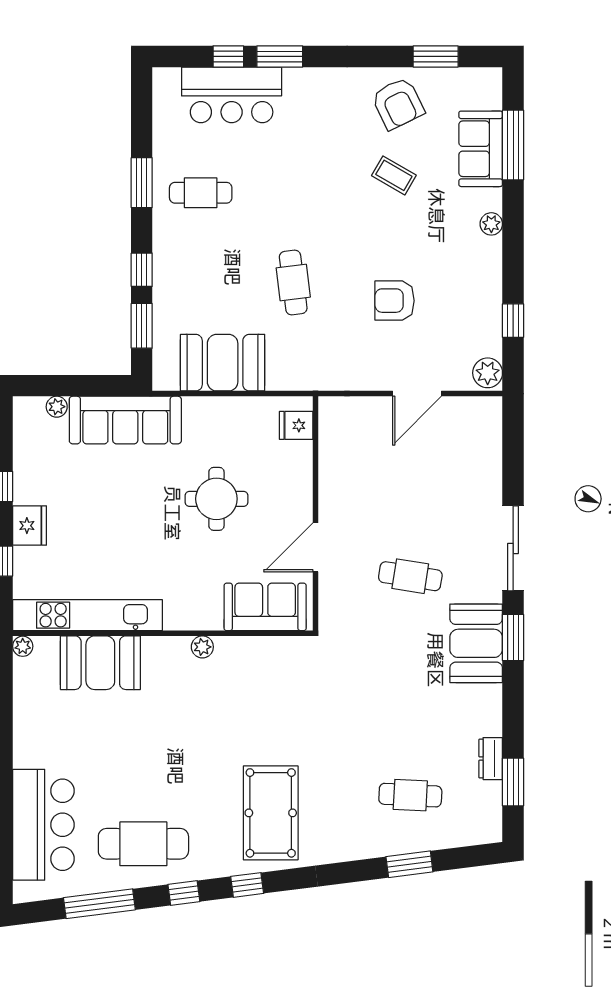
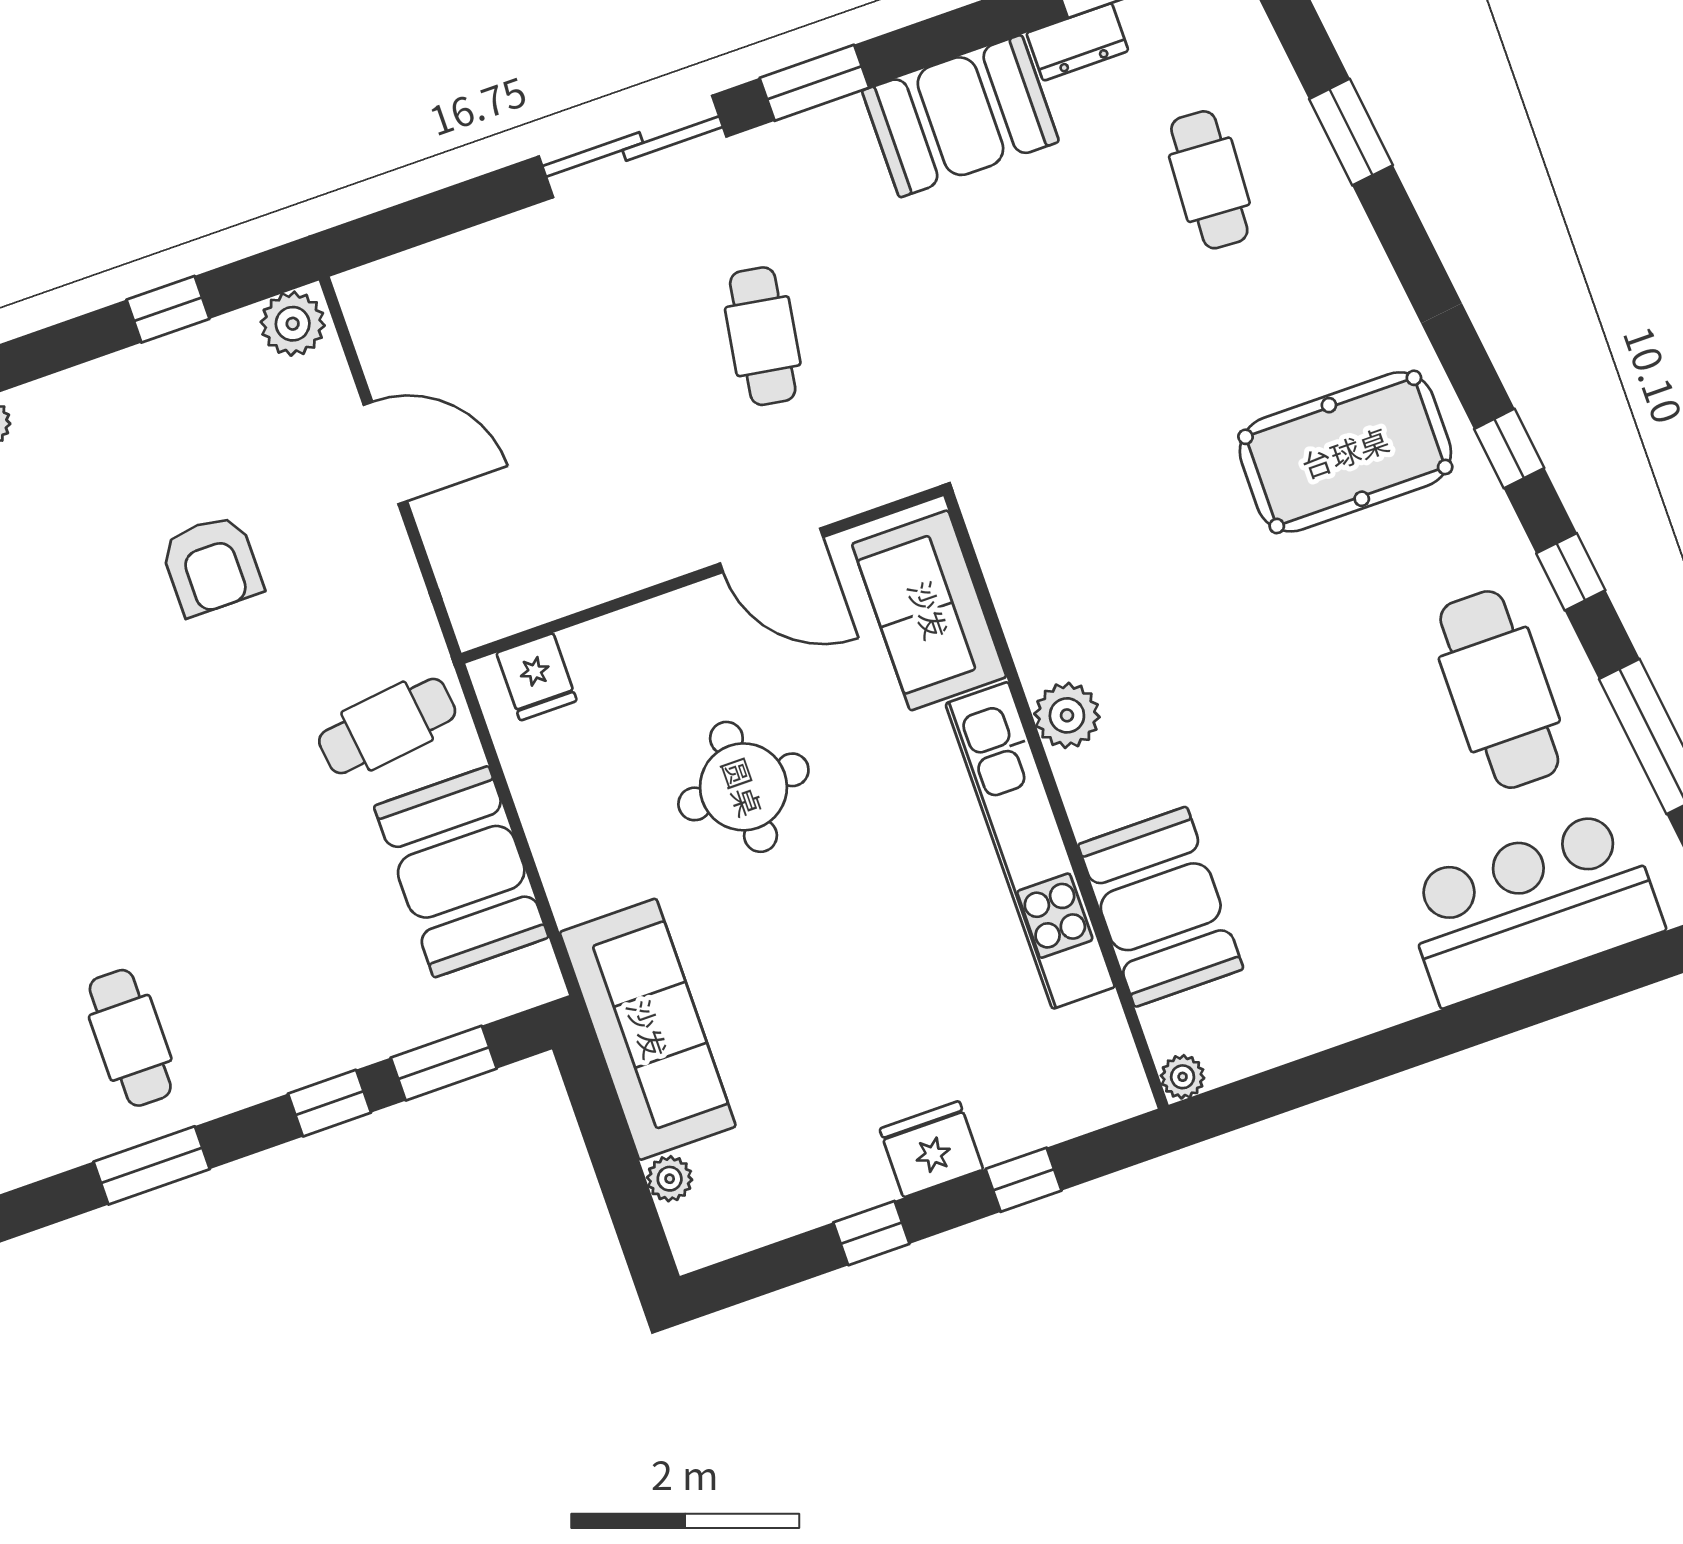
cafe table: (293, 283) -> (387, 726), moved
kitchen unit: (88, 615) -> (1030, 845), moved
booth: (476, 643) -> (960, 116), moved
plant: (202, 647) -> (1067, 715), width x1.38, depth x1.38

